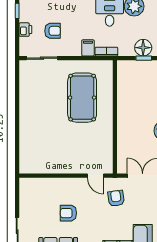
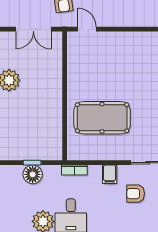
filing cabinet: (88, 48) -> (110, 174), moved
pool table: (82, 98) -> (102, 118), turned 90

